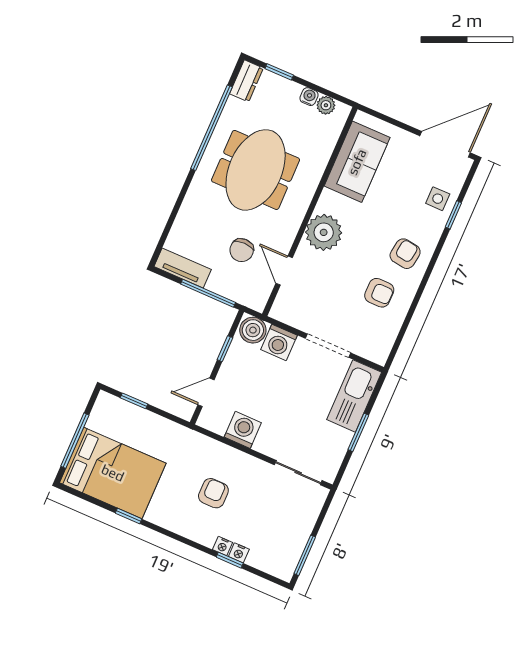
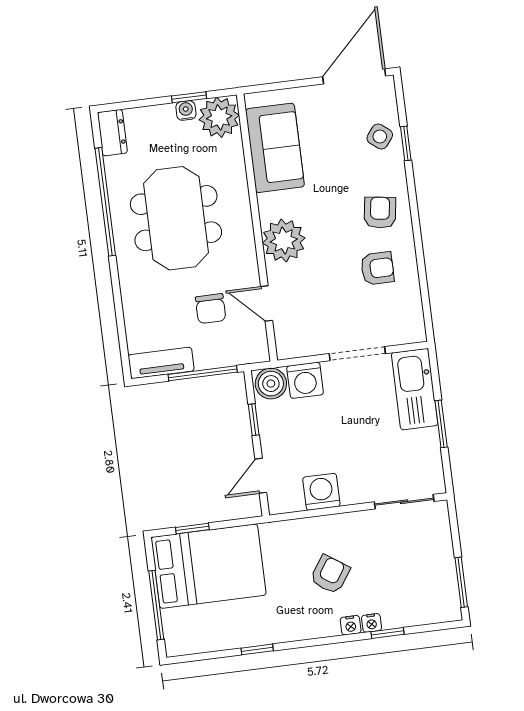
window: (279, 72) -> (189, 97), moved
plant: (326, 105) -> (219, 117), width x1.87, depth x1.87
side table: (438, 199) -> (380, 136), turned 38
bed: (113, 473) -> (209, 566), moved
armchair: (213, 493) -> (330, 574), turned 34
nightstand: (239, 553) -> (351, 625), moved

